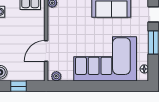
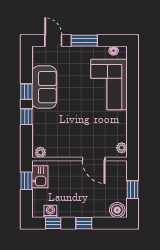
corner sofa: (105, 59) -> (109, 85), width x0.73, depth x0.74

